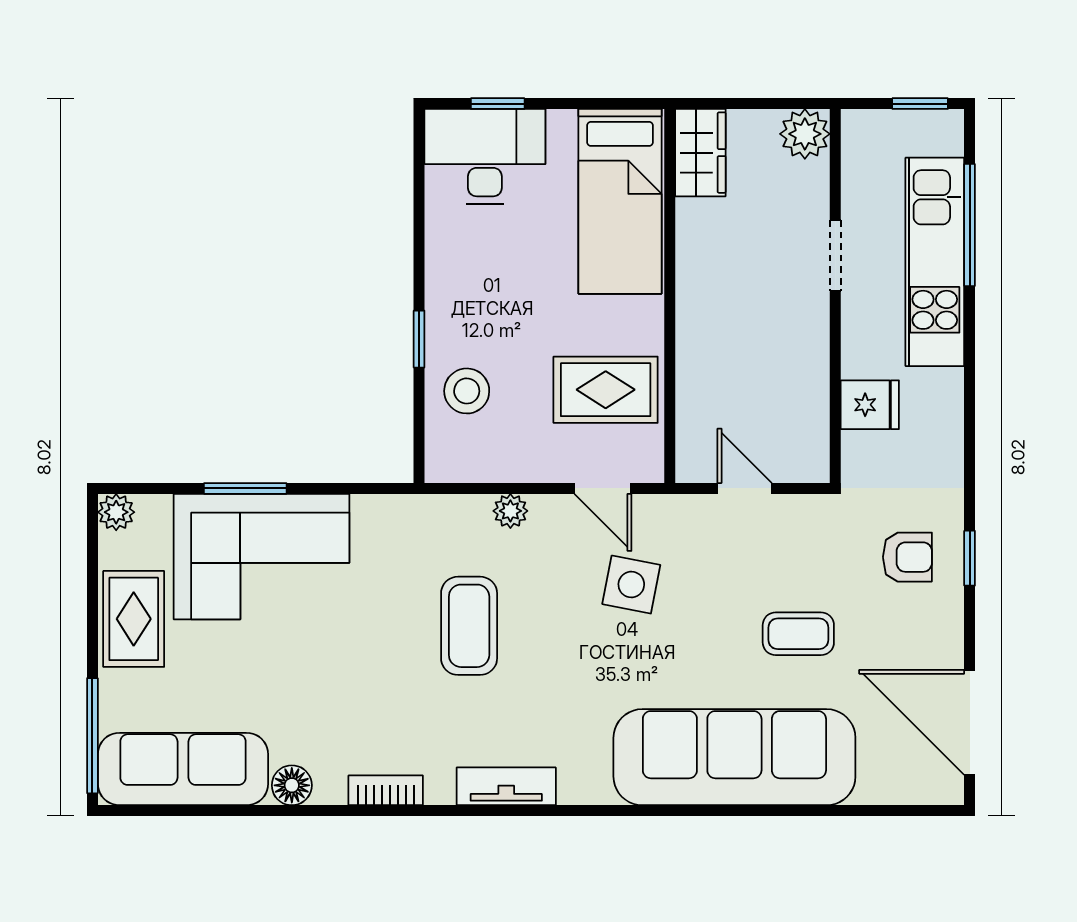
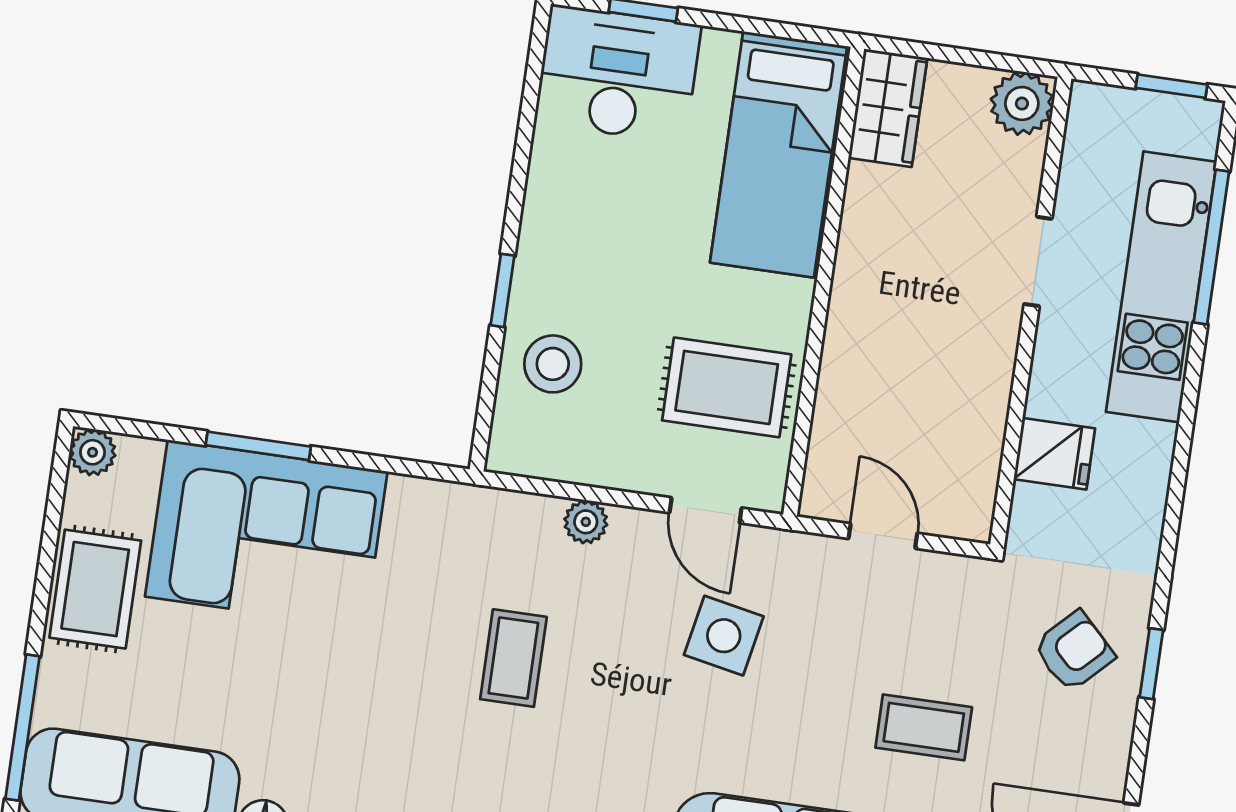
armchair: (907, 557) -> (1074, 651), turned -45
coffee table: (469, 626) -> (513, 658), width x0.73, depth x0.77

